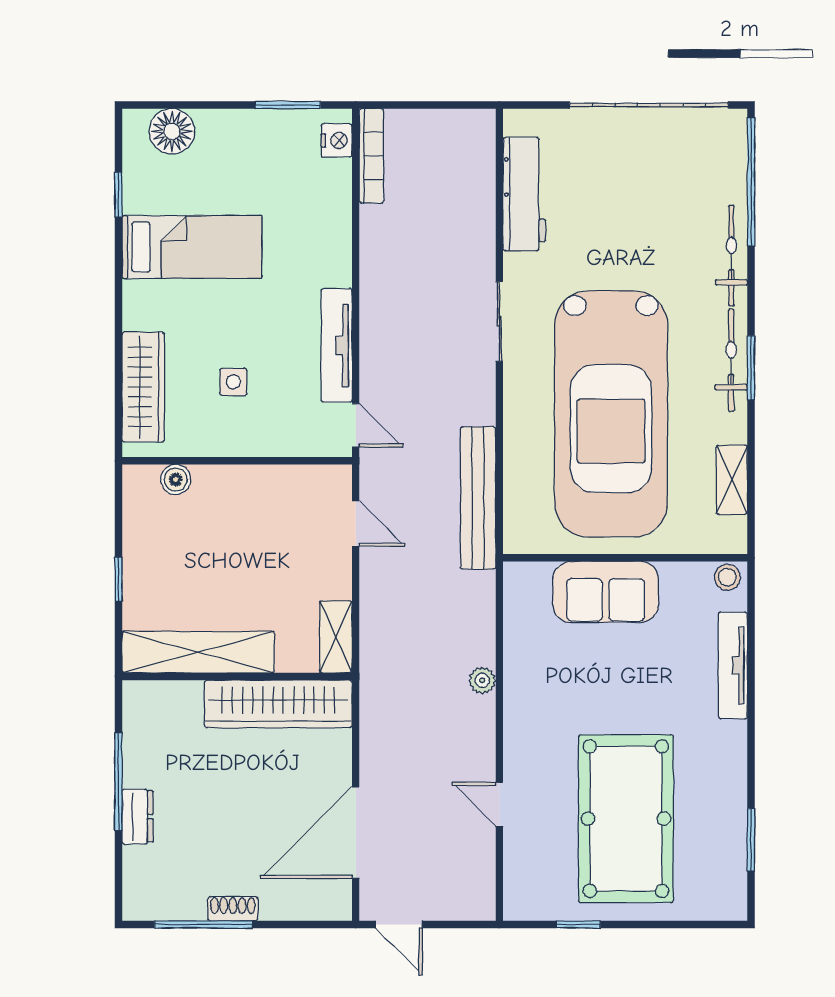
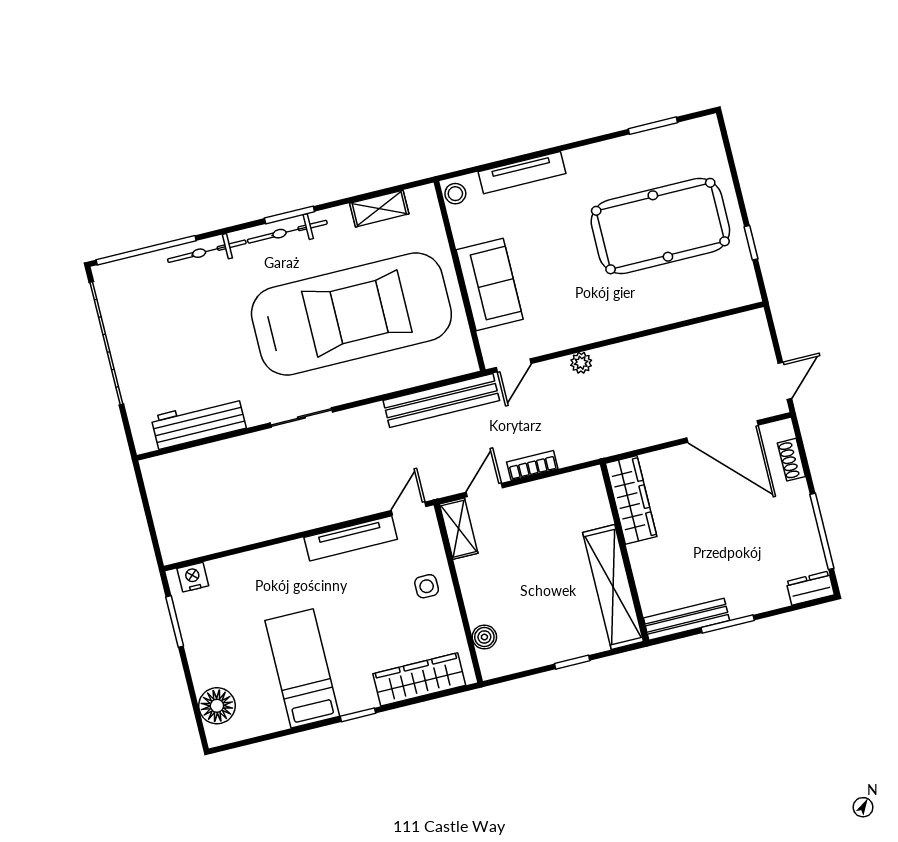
bookcase: (371, 156) -> (532, 465), moved, width x0.64
window: (118, 195) -> (358, 715), moved
side table: (233, 382) -> (427, 586), moved
shelving: (336, 637) -> (459, 529), moved, turned 90
wardrobe: (278, 704) -> (631, 500), width x0.71, depth x0.85
bench: (137, 732) -> (686, 619), added
window: (118, 781) -> (728, 624), width x0.69
door: (499, 804) -> (514, 365), moved
dresser: (138, 817) -> (810, 588), moved
shoe rack: (233, 909) -> (791, 460), moved

